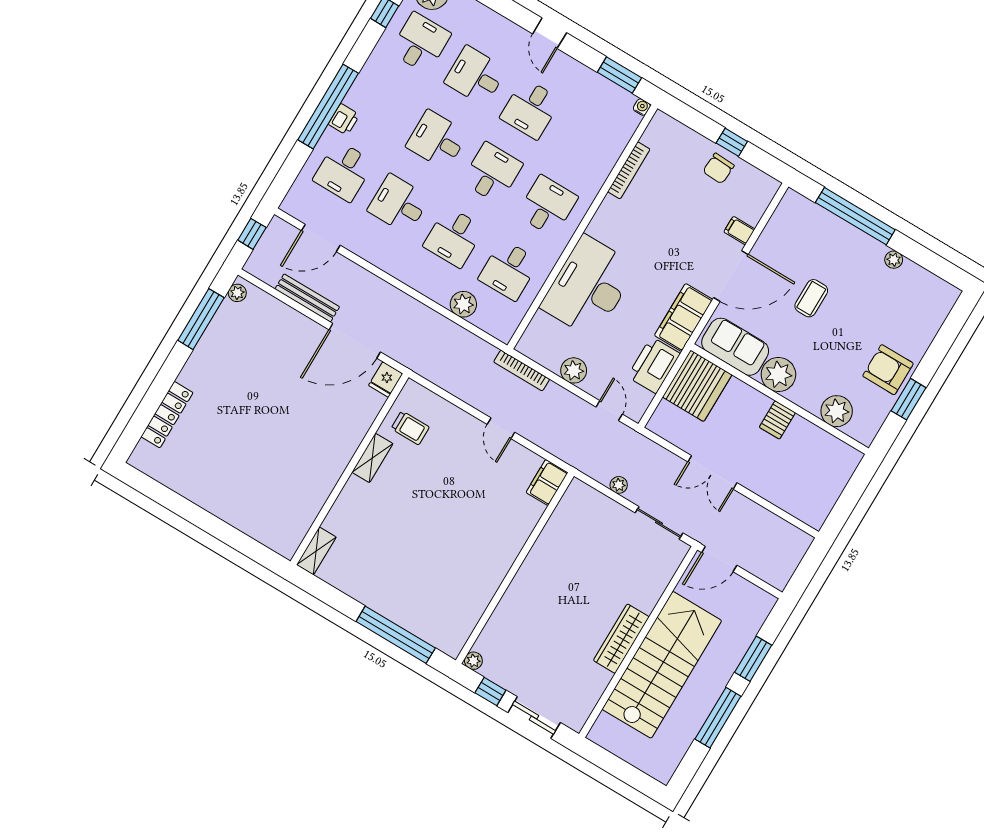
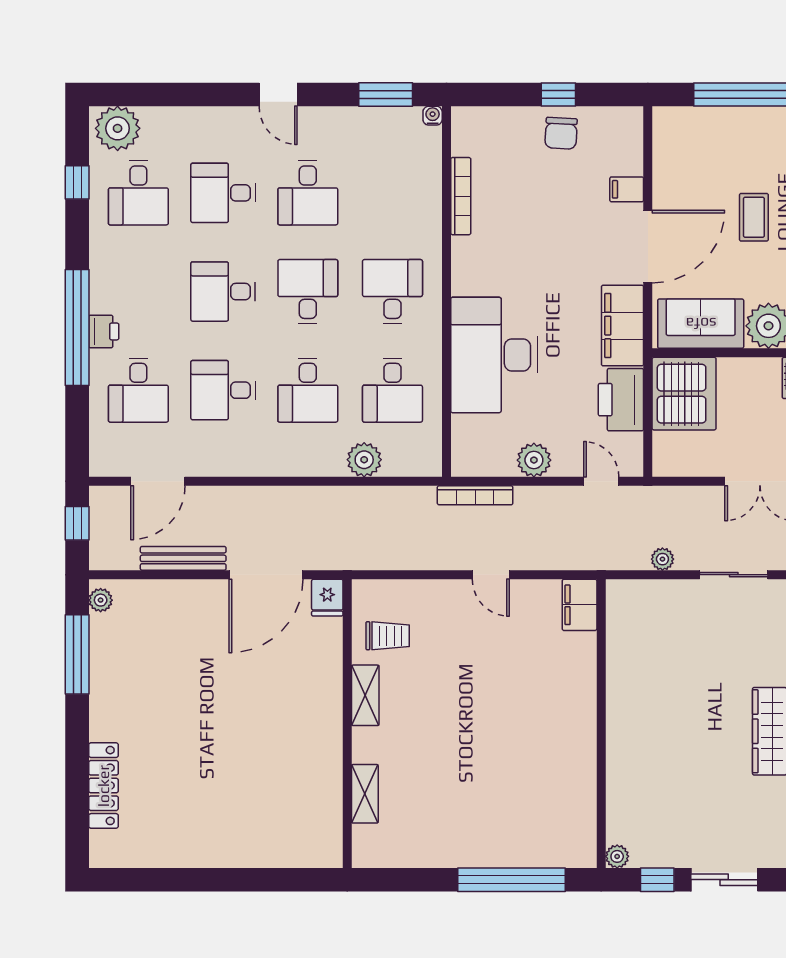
desk: (420, 43) -> (138, 193), turned 180
shelving: (316, 551) -> (365, 794), moved

